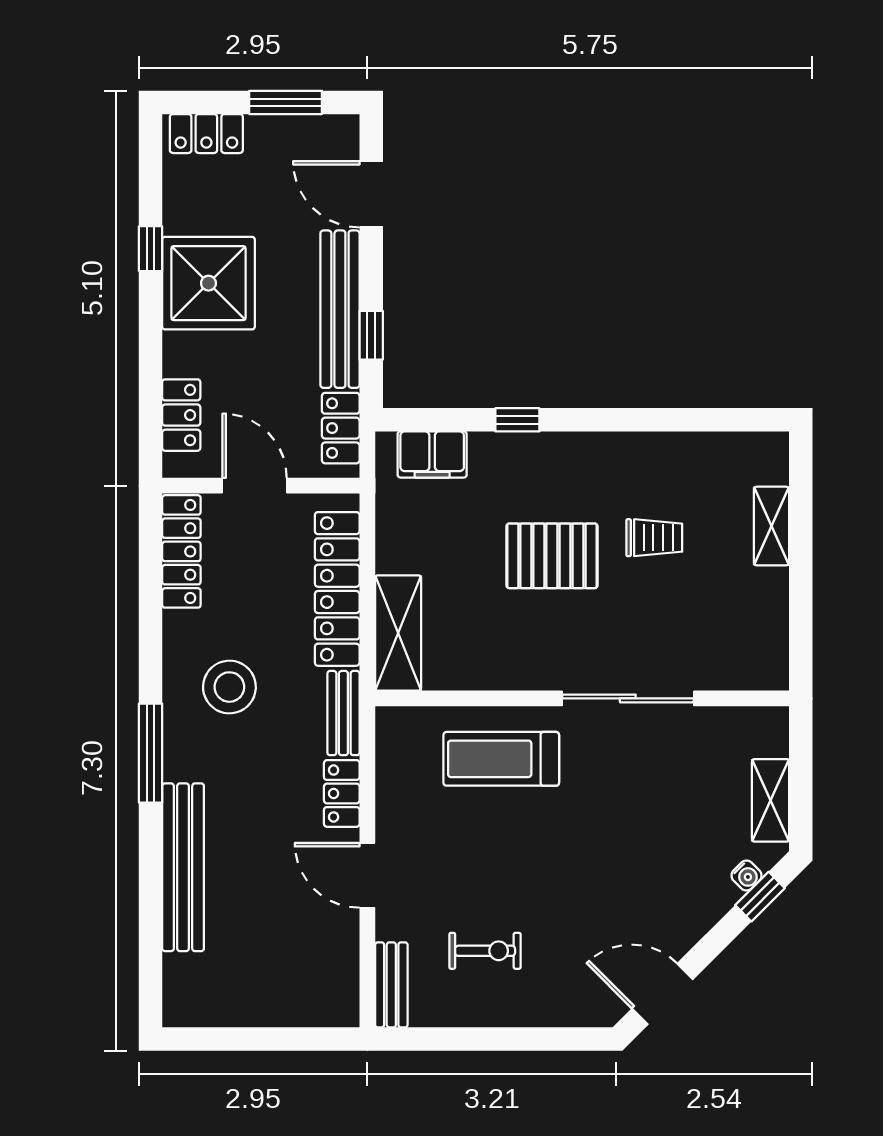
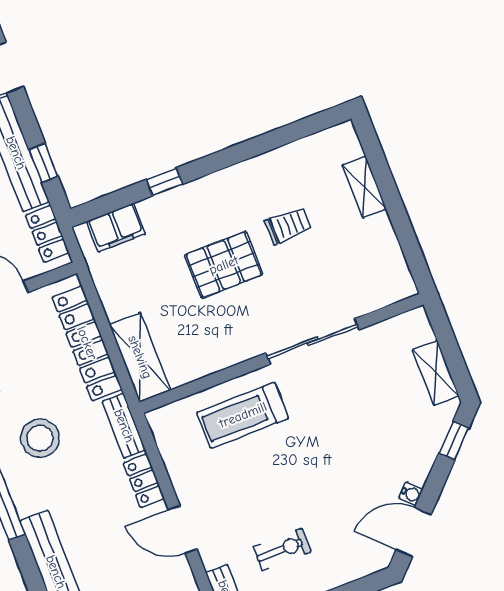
water cooler: (746, 876) -> (411, 494), moved

